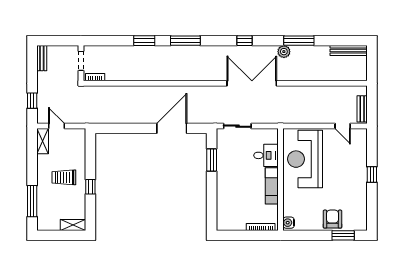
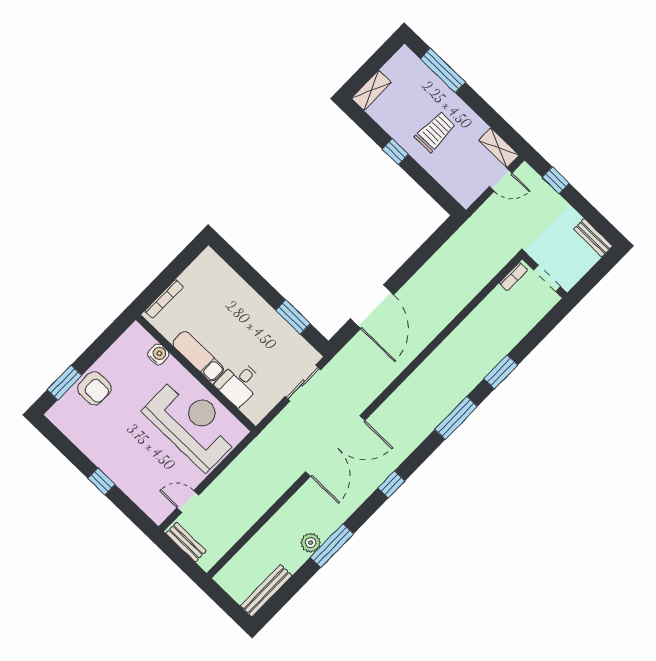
plant: (284, 52) -> (311, 543), moved
water cooler: (289, 223) -> (158, 354), moved

